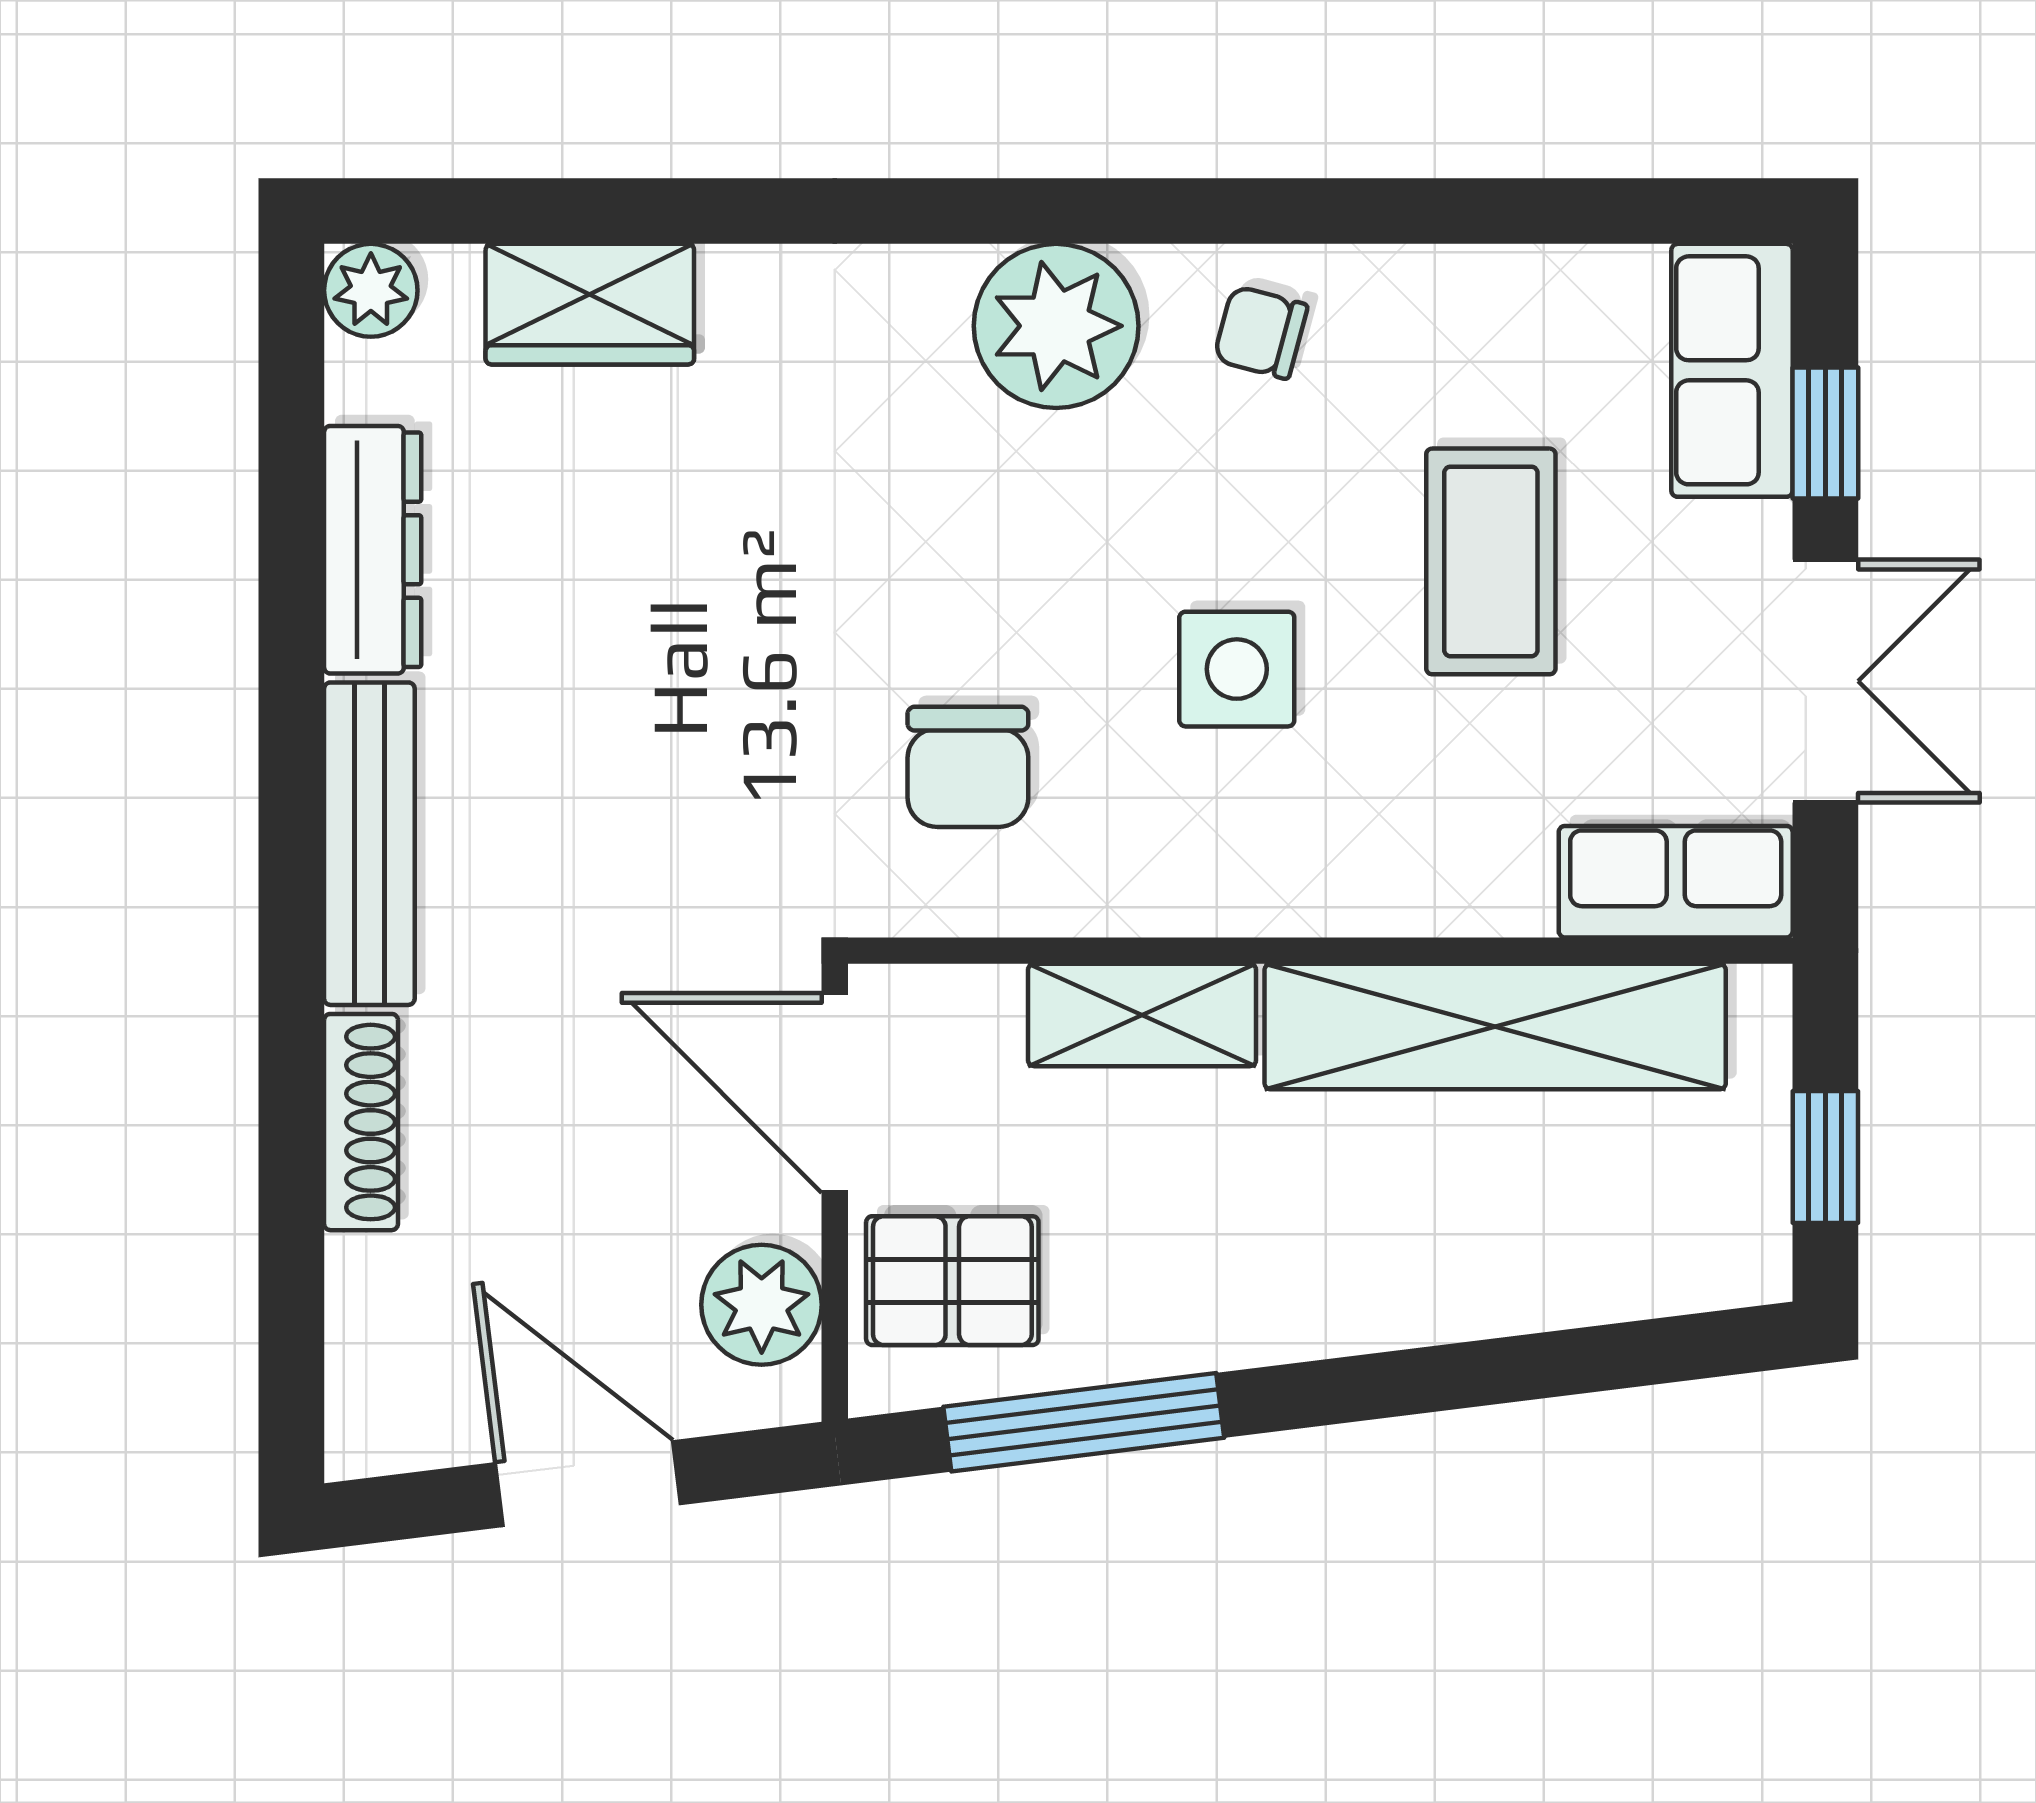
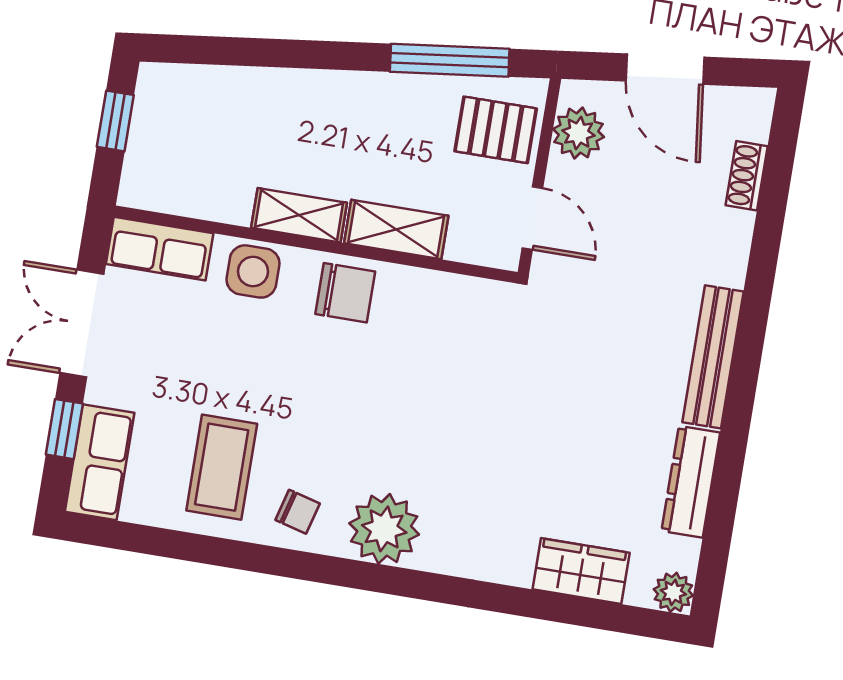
coffee table: (1491, 561) -> (222, 467), moved
side table: (1237, 669) -> (253, 271), moved
chair: (968, 767) -> (345, 293), moved, turned 90
shelving: (1495, 1027) -> (299, 215), width x0.45, depth x0.75
door: (835, 1093) -> (532, 218), width x0.73
shoe rack: (361, 1122) -> (747, 176), moved, width x0.70

